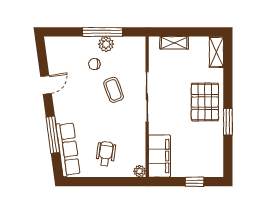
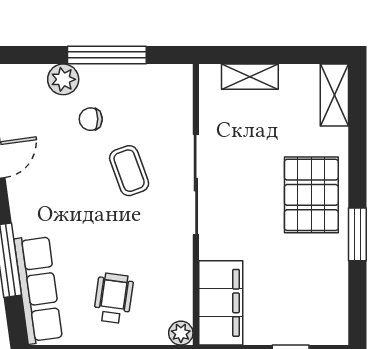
plant: (106, 44) -> (63, 79), moved

